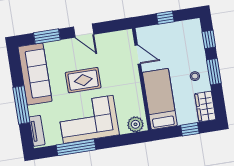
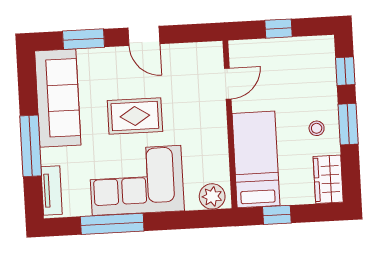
door: (138, 54) -> (228, 84), hinge flipped
window: (190, 129) -> (277, 215), moved

